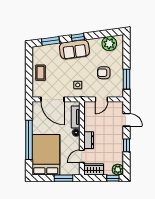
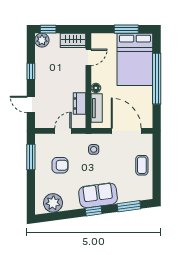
dresser: (89, 140) -> (80, 103), moved
window: (64, 178) -> (126, 29), moved

